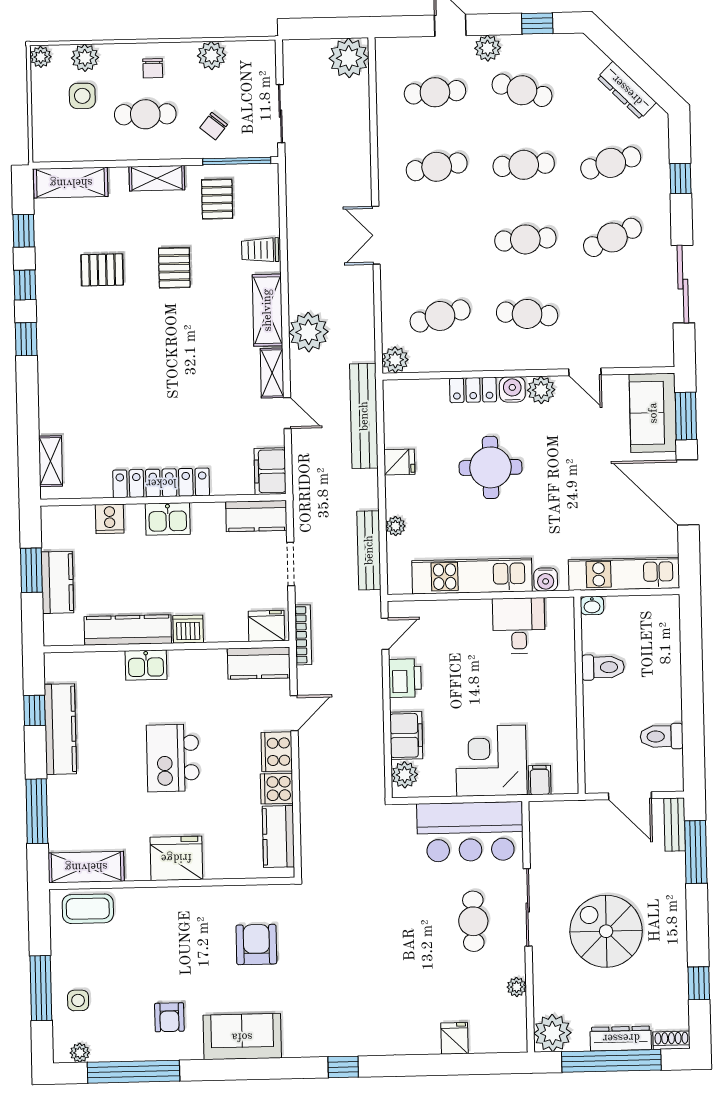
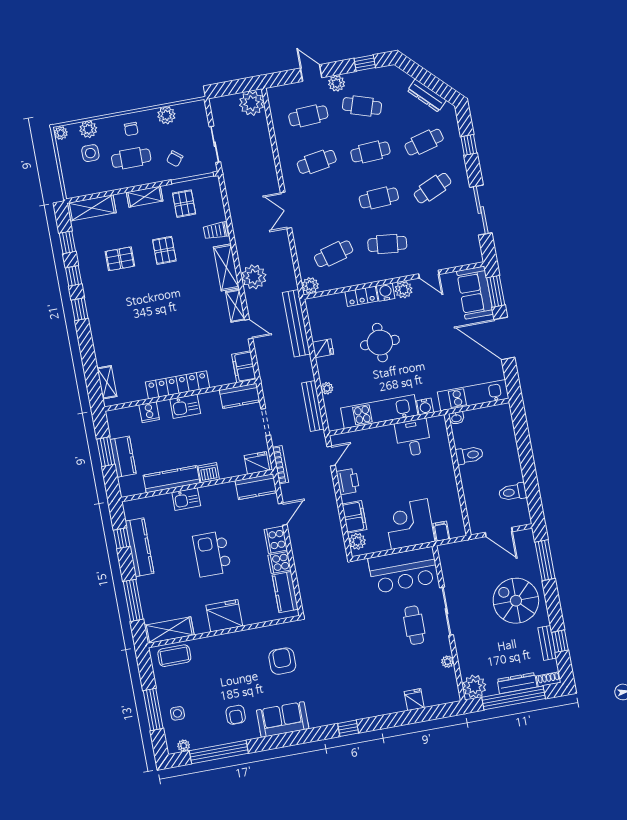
bench: (675, 825) -> (547, 643), moved
spiral stairs: (606, 931) -> (516, 601), moved

